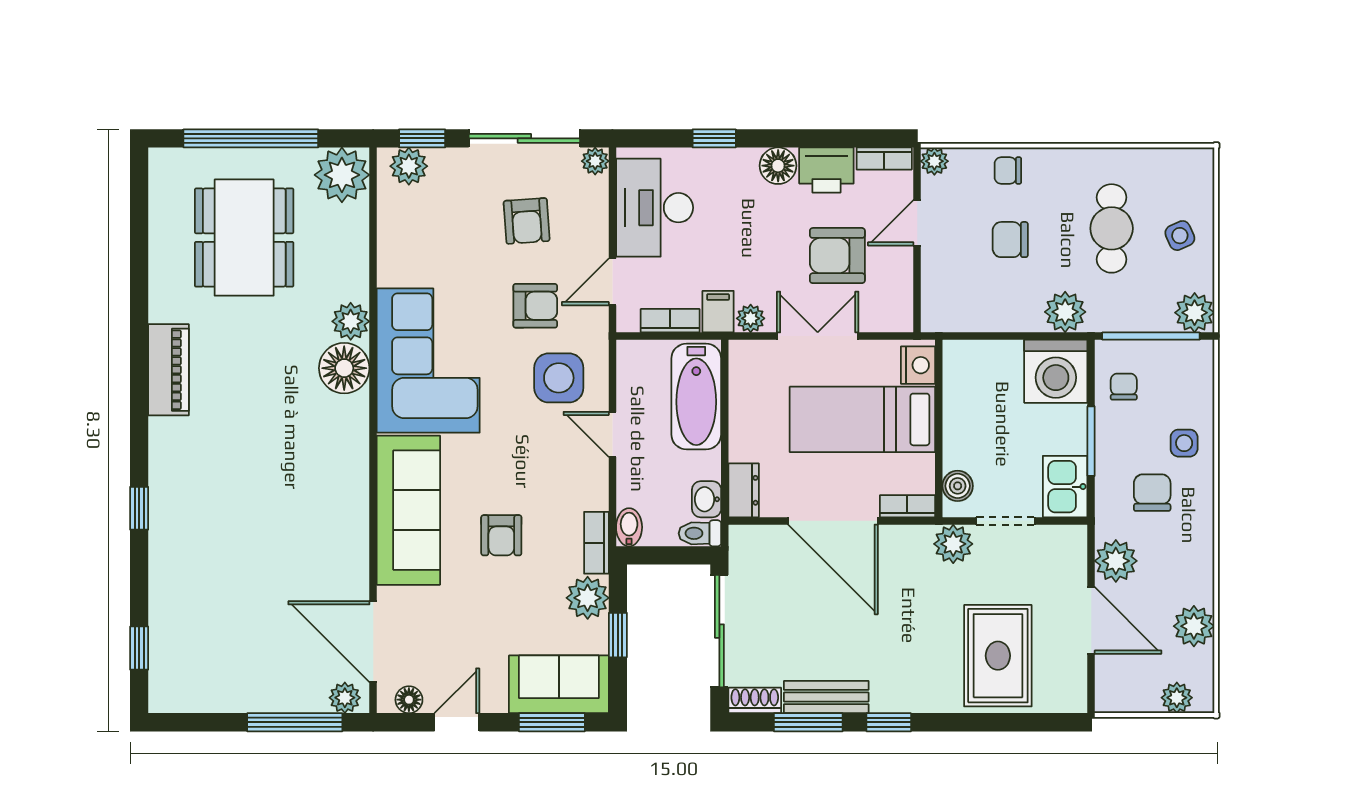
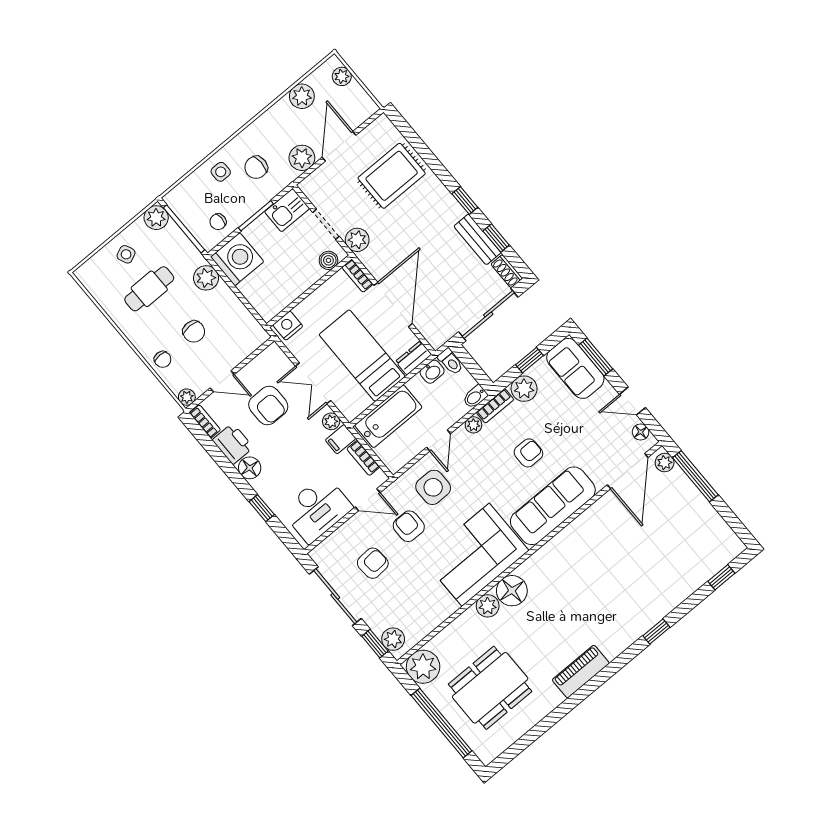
plant: (595, 161) -> (473, 425), moved
bed: (862, 419) -> (362, 356), moved, turned 180
window: (808, 722) -> (496, 238), width x0.67

